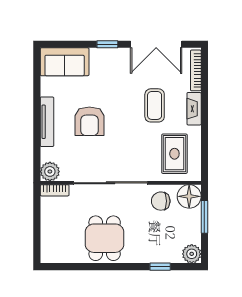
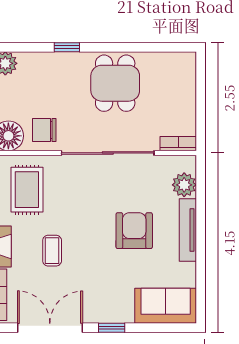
coffee table: (155, 105) -> (52, 251), width x0.73, depth x0.77
plant: (50, 171) -> (184, 185), moved
chair: (161, 201) -> (44, 130), turned 180
window: (160, 267) -> (67, 47), moved

